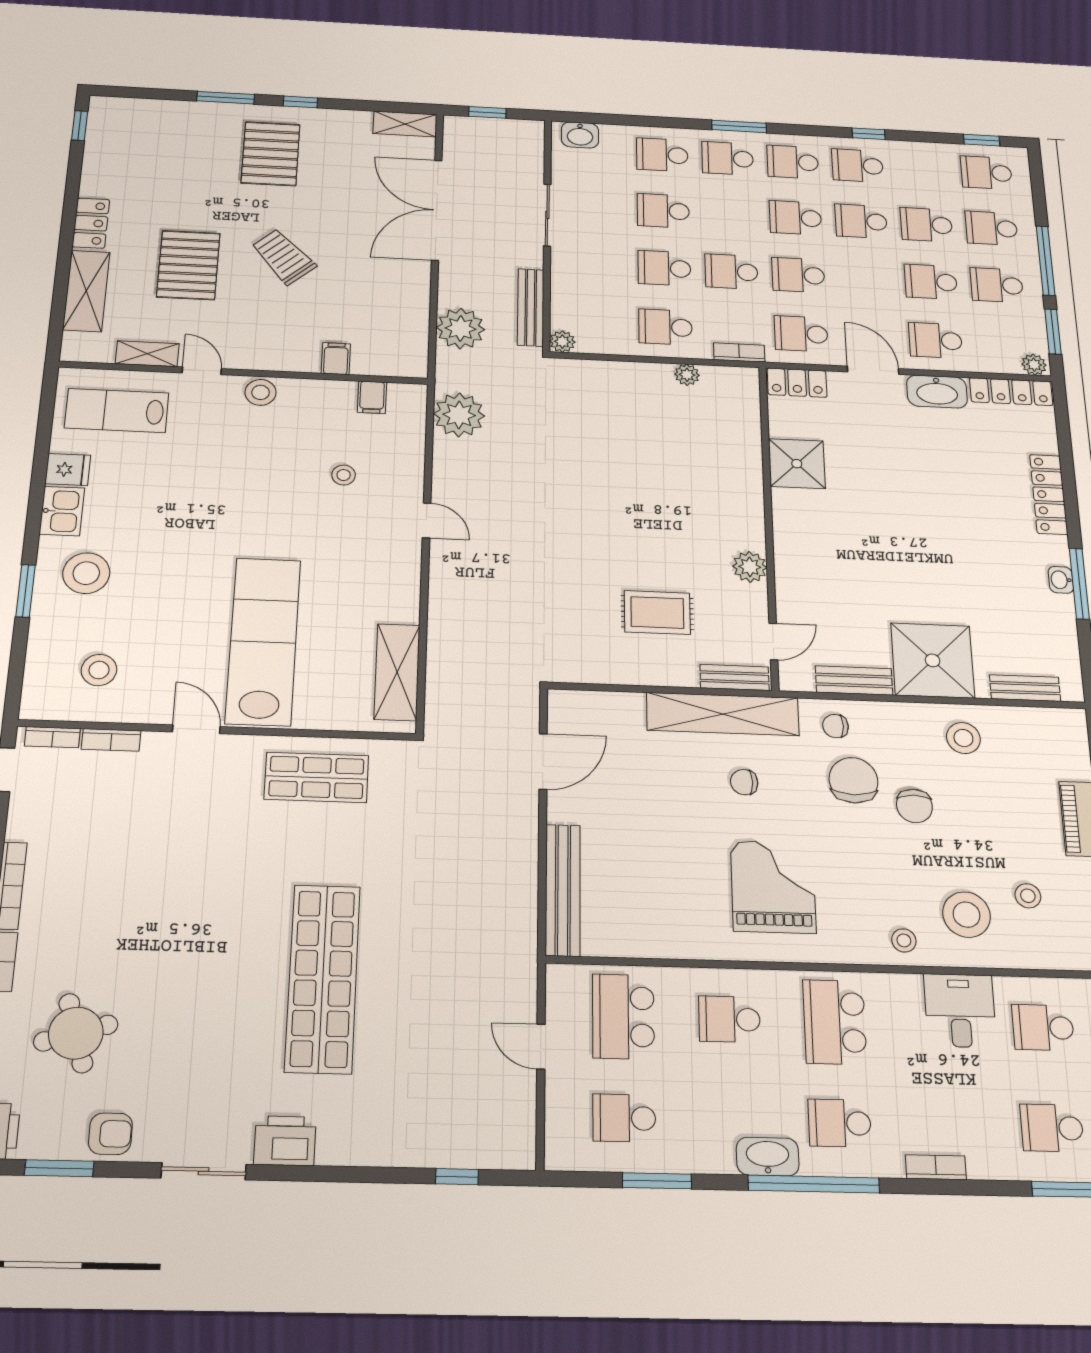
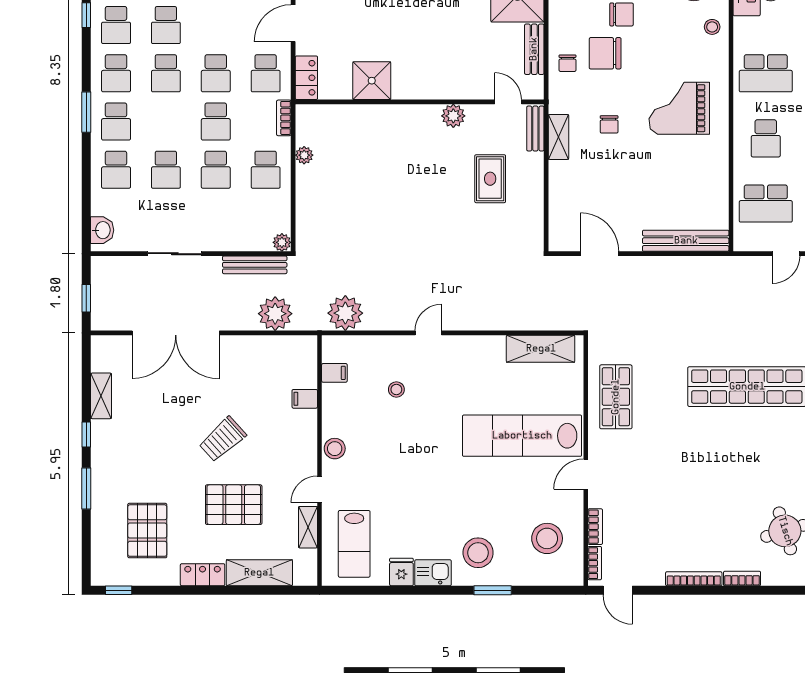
shelving: (405, 124) -> (101, 396), moved
pallet: (271, 154) -> (147, 531), moved, turned 90
stool: (99, 670) -> (547, 538), width x1.38, depth x1.38
shelving: (723, 714) -> (559, 137), width x0.45, depth x0.75

